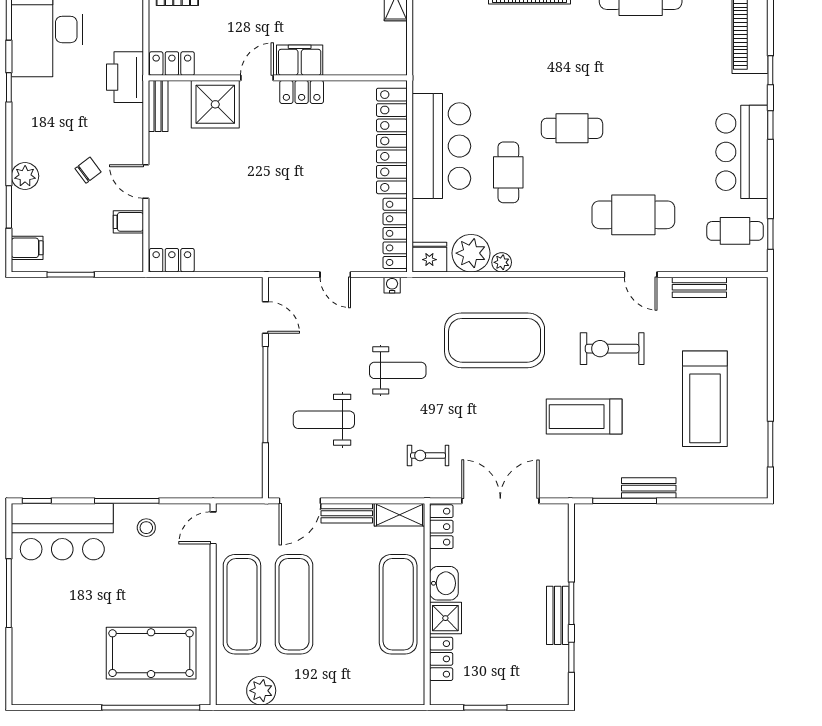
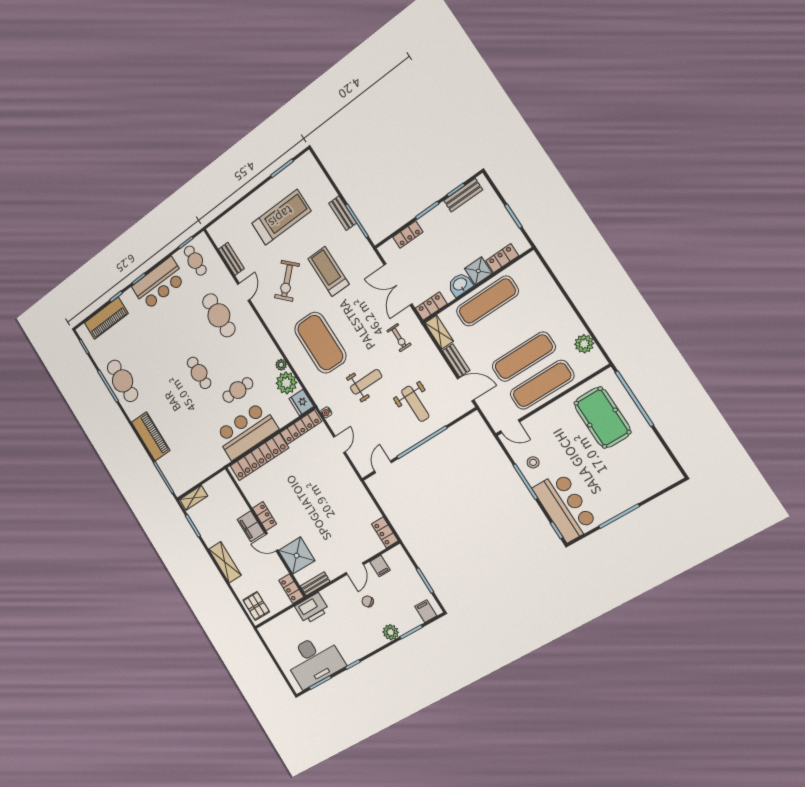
exercise bike: (612, 349) -> (287, 281), turned 45
weight bench: (398, 370) -> (366, 382), turned 90
treadmill: (584, 417) -> (328, 271), turned 180
locker: (558, 557) -> (408, 235), added
bench: (558, 615) -> (463, 195), moved

